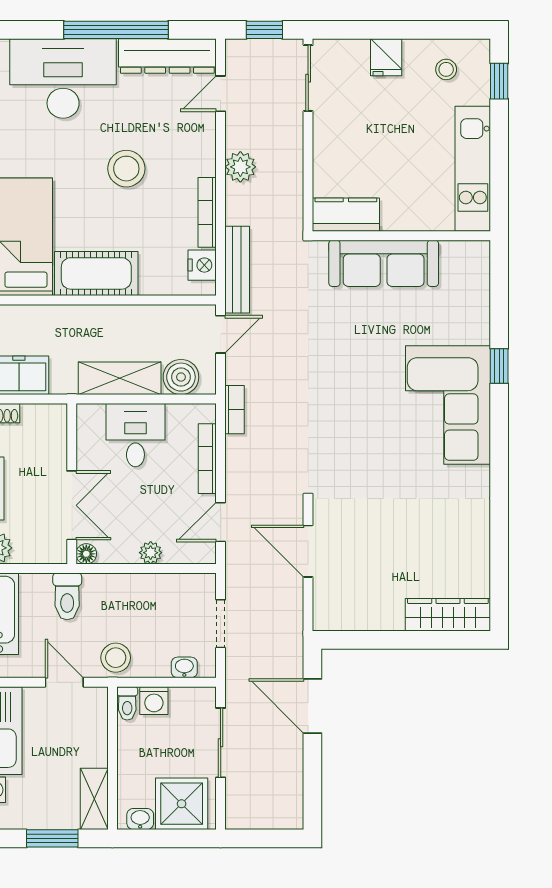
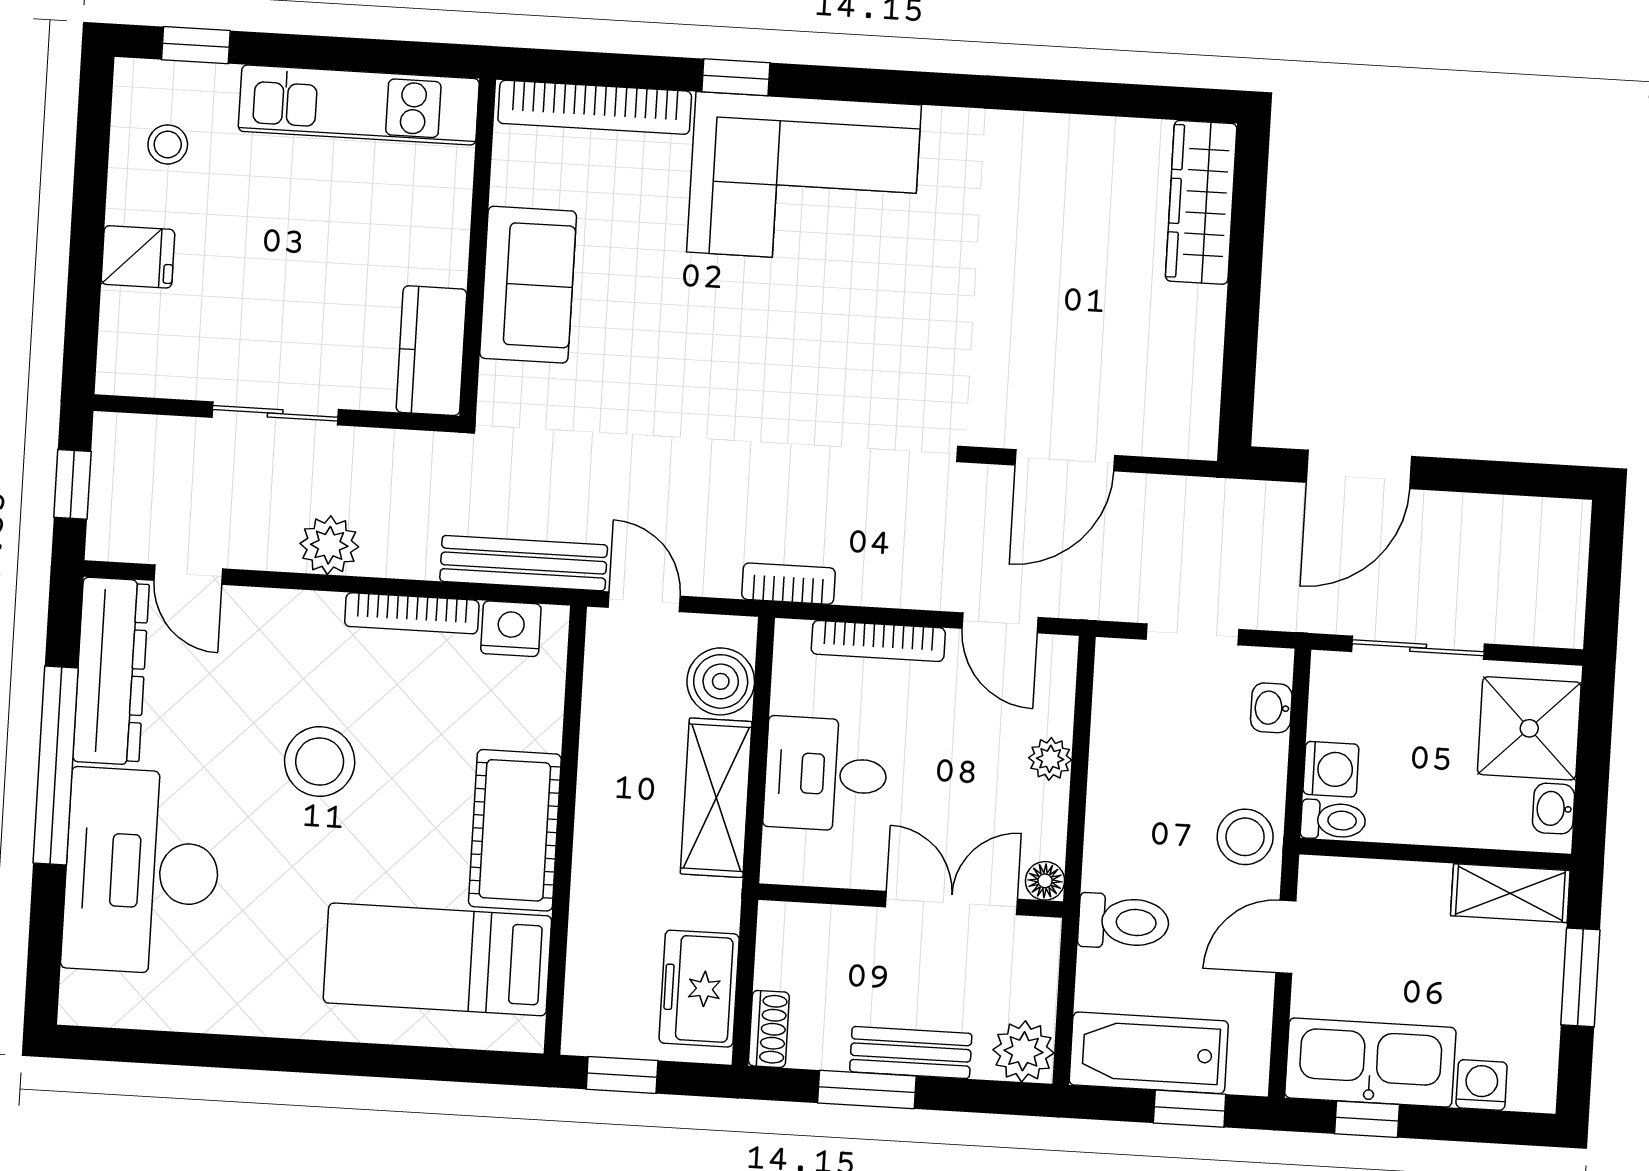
sliding door: (308, 78) -> (275, 413), moved
sofa: (384, 263) -> (528, 285), width x0.73
bookcase: (479, 293) -> (595, 107), added

